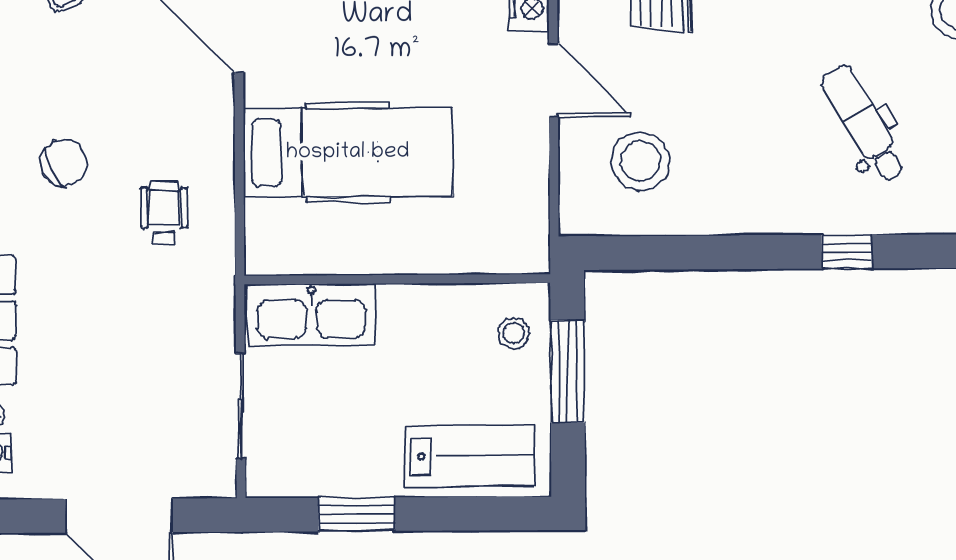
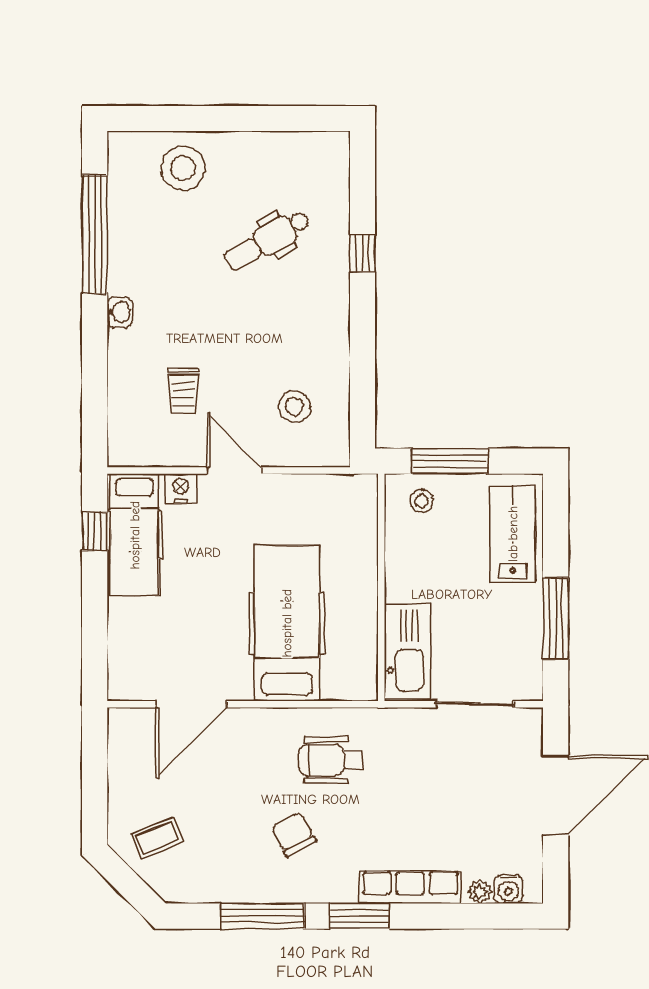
door: (553, 81) -> (234, 471), hinge flipped
stool: (640, 161) -> (294, 406), width x0.73, depth x0.73
wheelchair: (164, 213) -> (331, 760), width x1.36, depth x1.37
window: (356, 514) -> (556, 619), width x1.44

